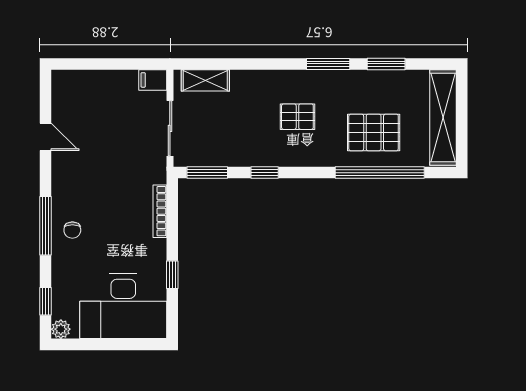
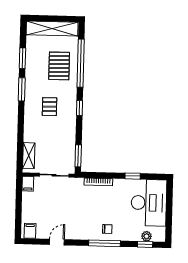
filing cabinet: (65, 86) -> (30, 231), added
window: (265, 173) -> (79, 108), moved
plant: (61, 329) -> (146, 236), moved

